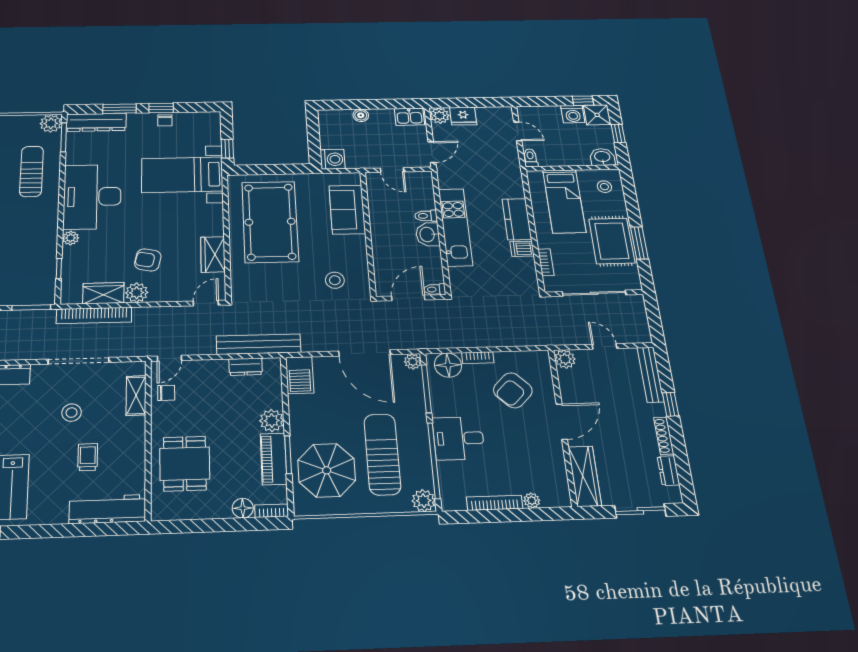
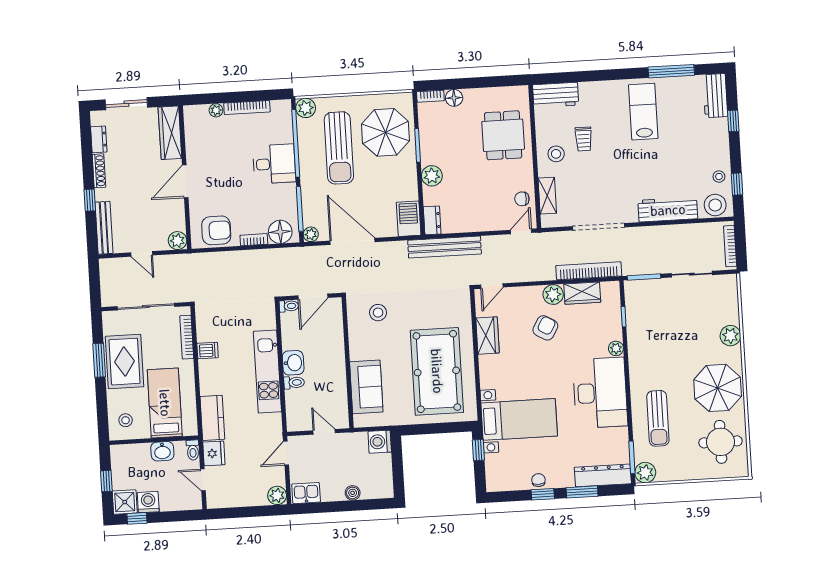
fridge: (463, 116) -> (214, 453), moved, turned 90
washbasin: (602, 157) -> (162, 451), moved
kitchen counter: (517, 219) -> (212, 418), moved
armchair: (148, 260) -> (545, 328), turned -72
bookcase: (546, 262) -> (187, 337), width x1.56
dresser: (246, 367) -> (432, 220), moved, turned 90
armchair: (513, 390) -> (216, 230), moved, turned 45
stool: (72, 413) -> (556, 154), moved
piano: (274, 459) -> (430, 141), removed
workbench: (107, 509) -> (556, 95), width x0.73

